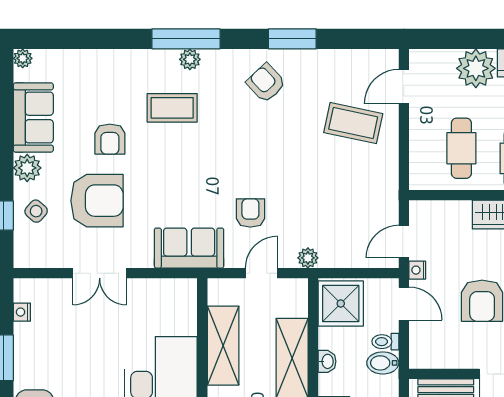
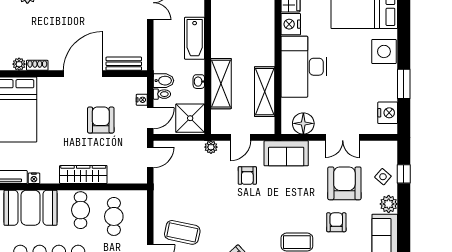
armchair: (97, 201) -> (344, 183), turned 90
nightstand: (417, 270) -> (142, 100), moved
double door: (100, 273) -> (343, 137), swing flipped
floor lamp: (162, 295) -> (303, 123), added
door: (404, 304) -> (150, 118), swing flipped
nightstand: (22, 312) -> (388, 113), width x1.89, depth x1.79

